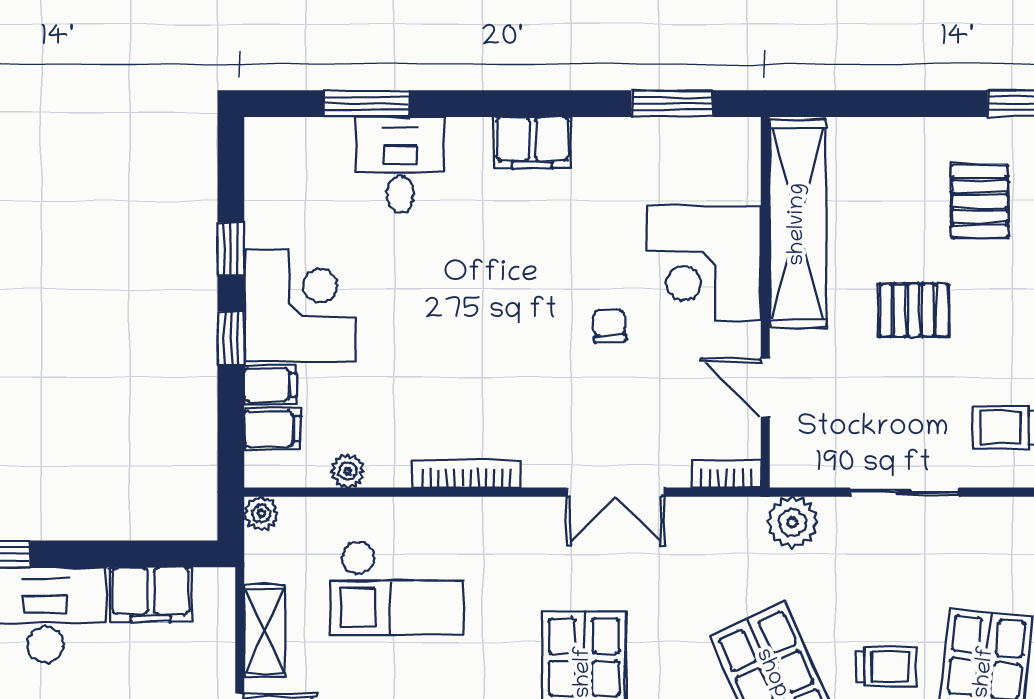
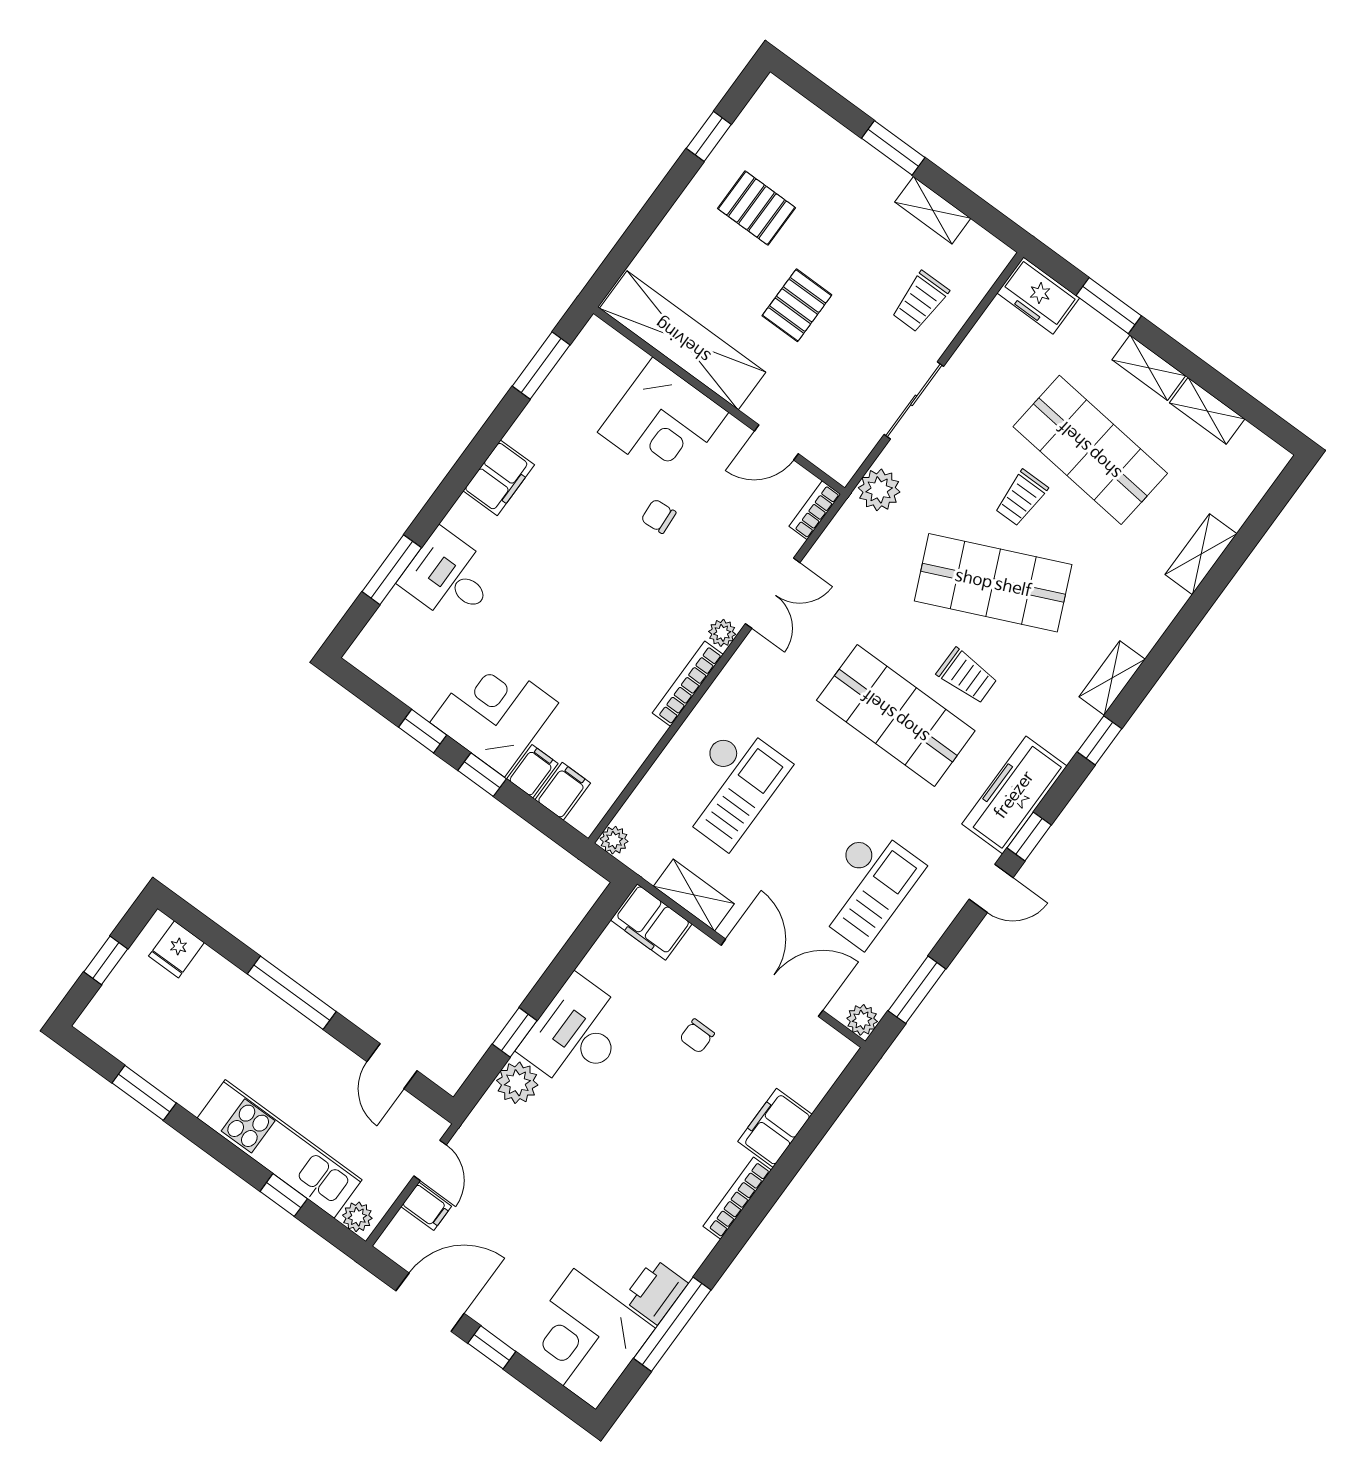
plant: (348, 471) -> (722, 633), moved
filing cabinet: (151, 595) -> (651, 922), moved, turned 90
trolley: (886, 667) -> (1021, 498), turned 180

